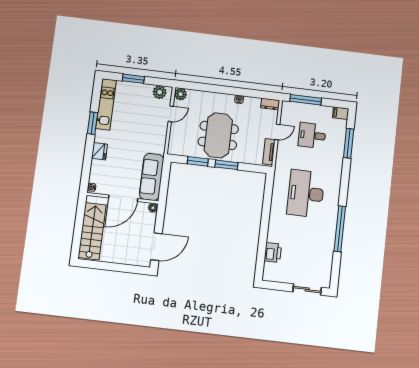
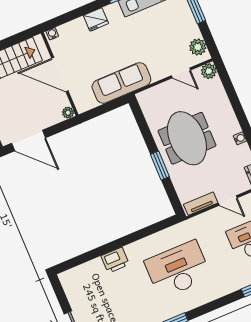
meeting table: (218, 135) -> (187, 138), turned 90
window: (198, 161) -> (146, 132), removed
sofa: (152, 177) -> (121, 83), moved
printer: (273, 253) -> (115, 260), moved

